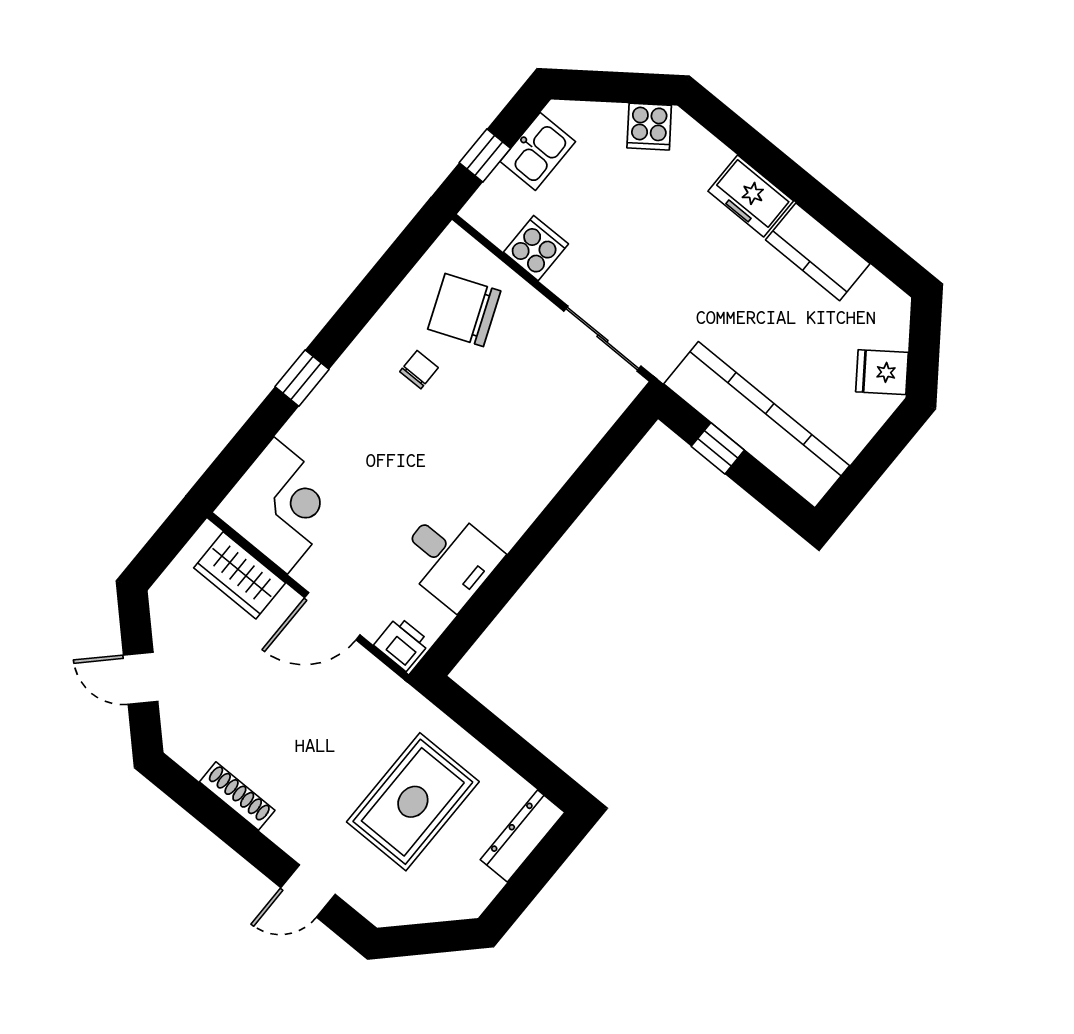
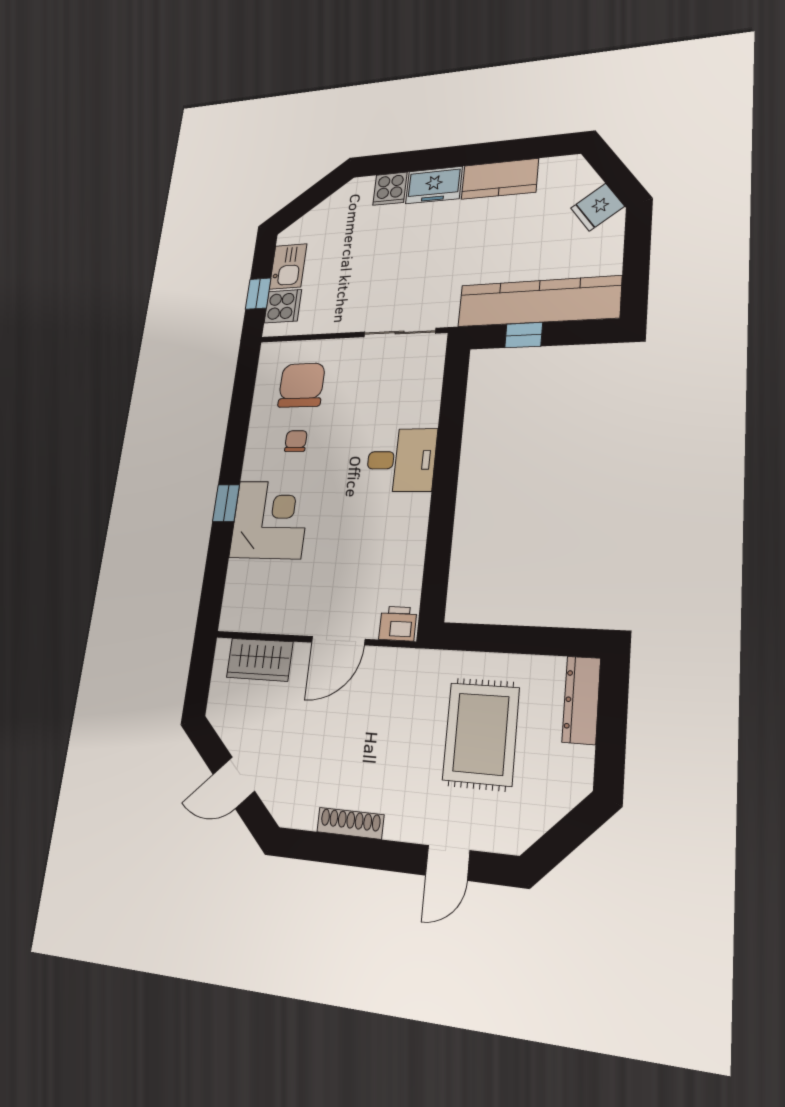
cooker: (649, 127) -> (390, 189), moved, turned 37
cooker: (536, 248) -> (283, 306), moved, turned 90
chair: (464, 310) -> (301, 385), turned 112
corner desk: (281, 506) -> (270, 520), moved
desk: (449, 558) -> (401, 460), moved

